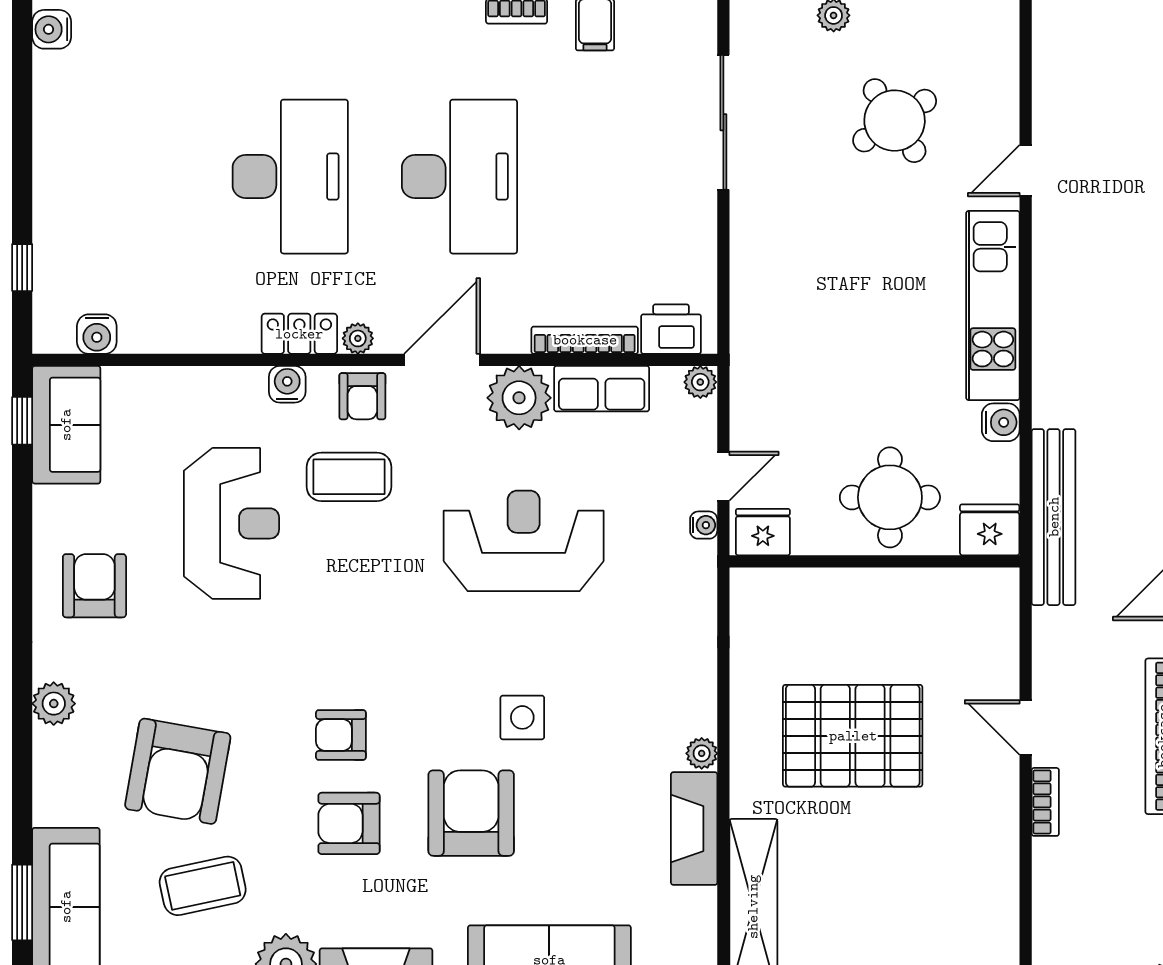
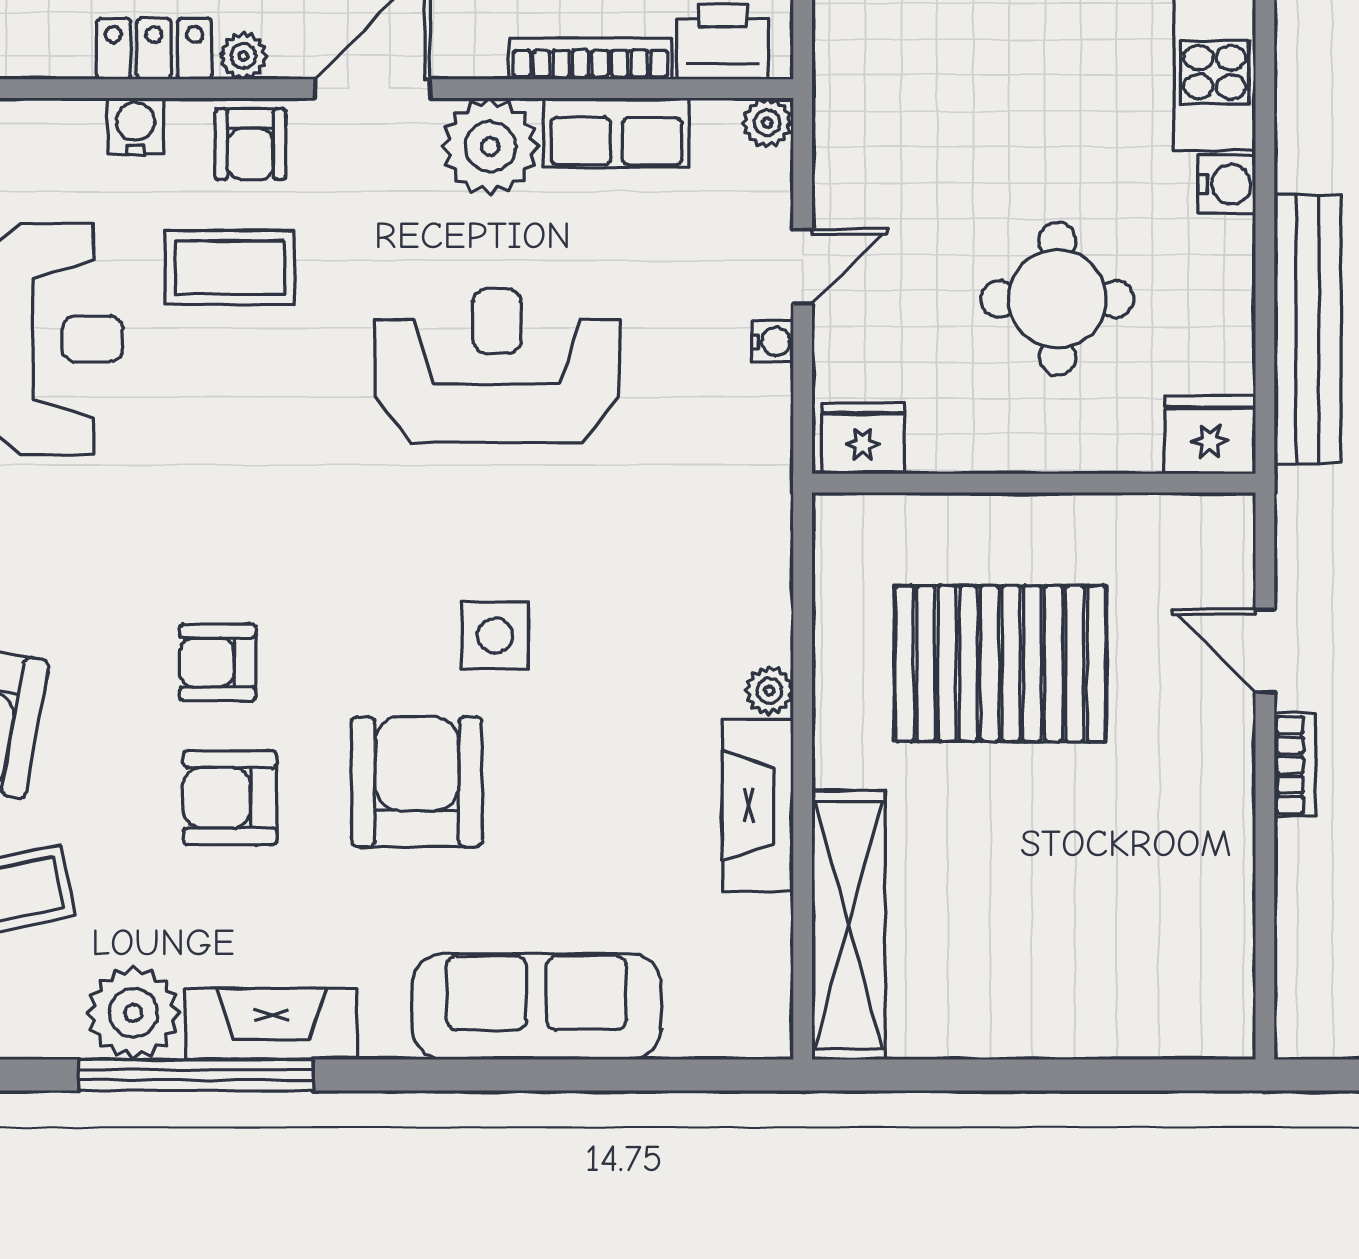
fridge: (990, 530) -> (1210, 435), moved
fridge: (763, 532) -> (863, 438), moved
wall: (874, 561) -> (1034, 483), moved

